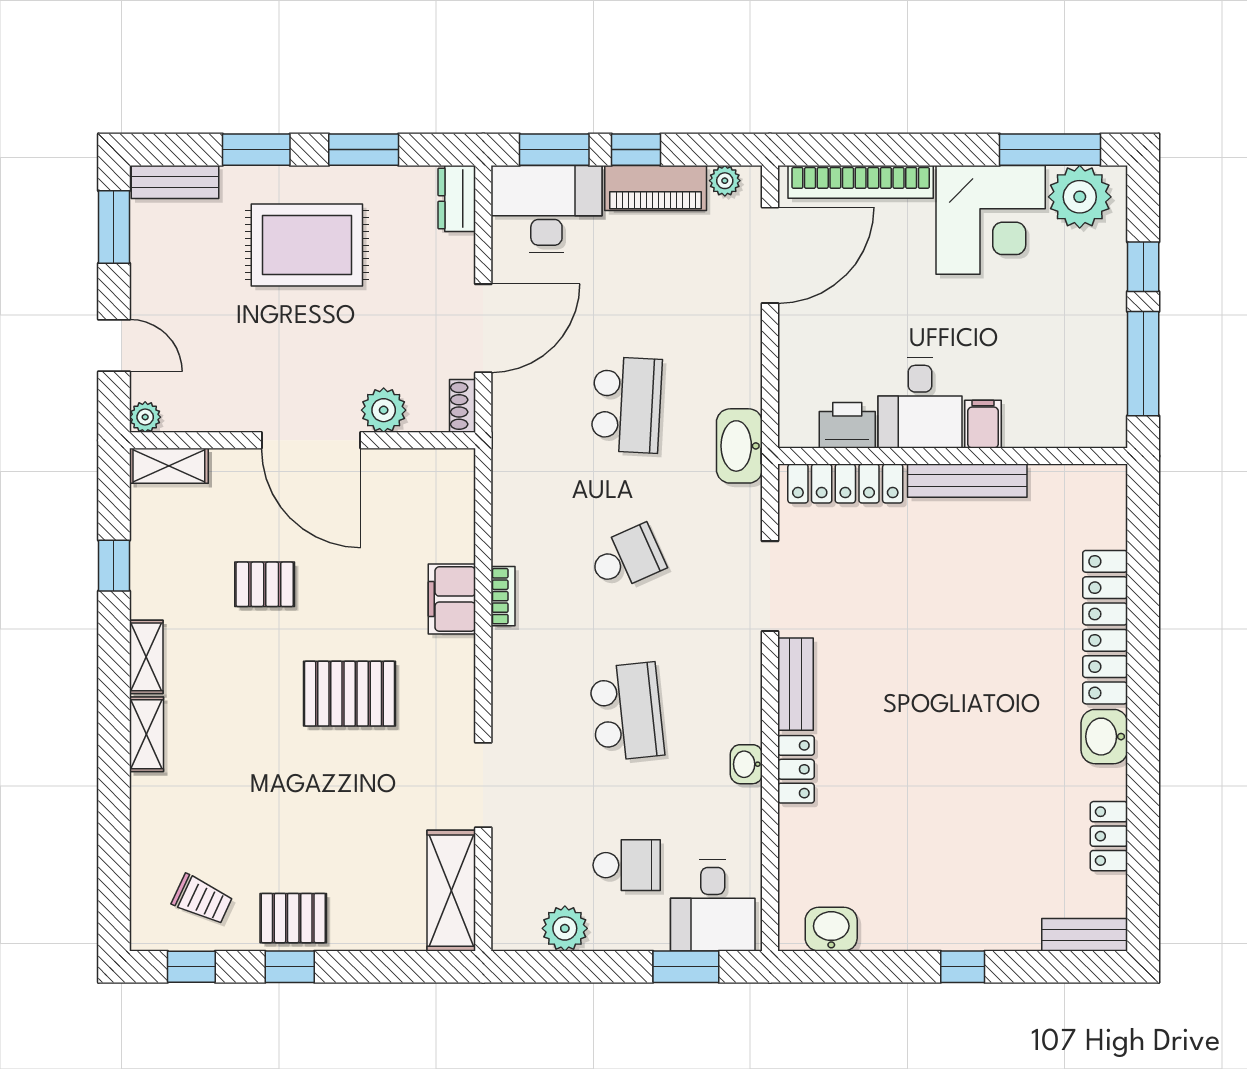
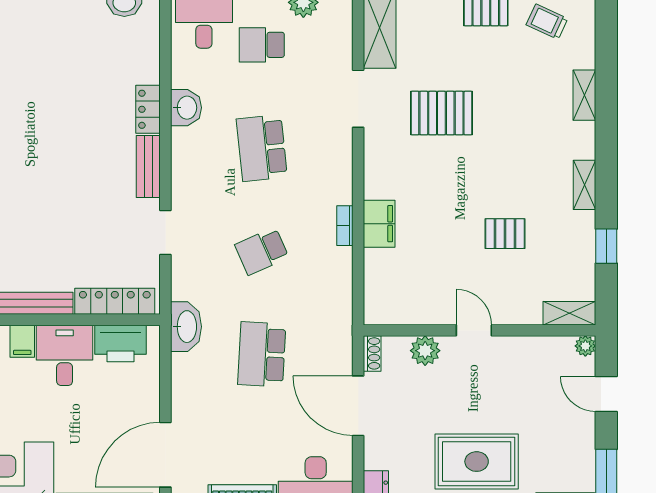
door: (483, 328) -> (358, 406), hinge flipped
printer: (847, 425) -> (120, 343), width x1.37, depth x1.19
door: (311, 440) -> (474, 330), width x0.53
doorway: (770, 586) -> (165, 232), width x0.73
pallet: (350, 694) -> (441, 113), moved
shelving: (147, 734) -> (584, 95), moved
washbasin: (746, 764) -> (186, 108), width x1.38, depth x1.45

